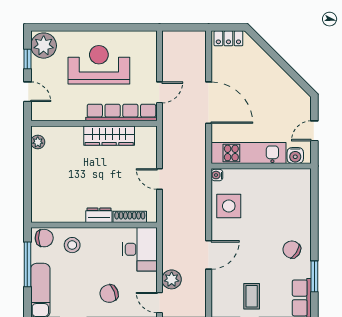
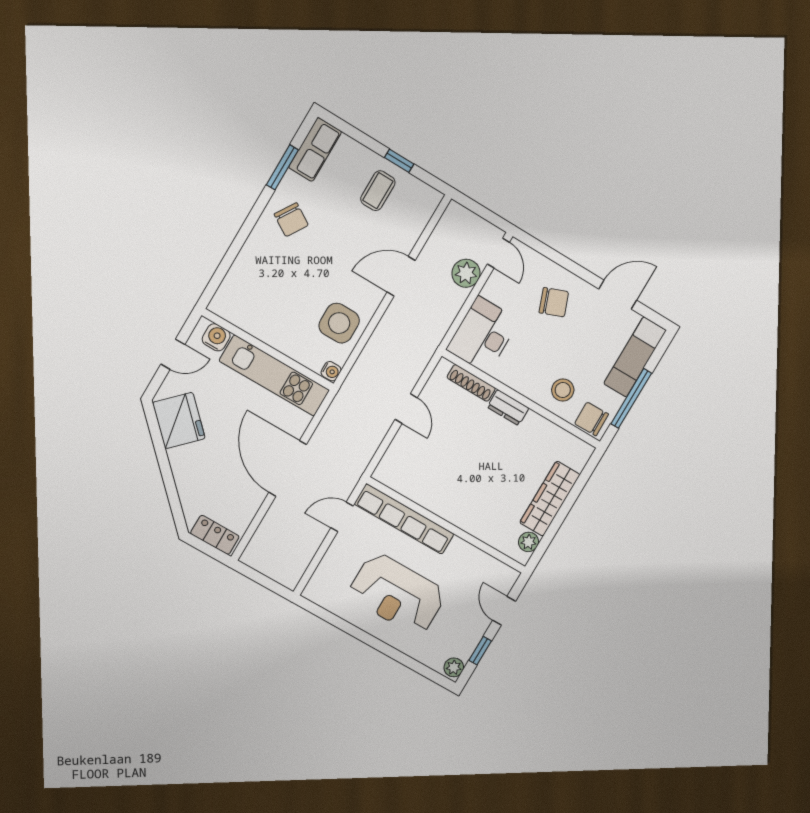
plant: (44, 46) -> (454, 667), width x0.53, depth x0.53
fridge: (289, 94) -> (179, 420), added
wardrobe: (109, 136) -> (550, 499), moved, turned -90

